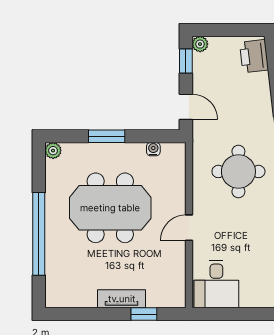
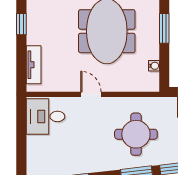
tv unit: (122, 299) -> (34, 65), moved
window: (144, 314) -> (21, 24), moved

